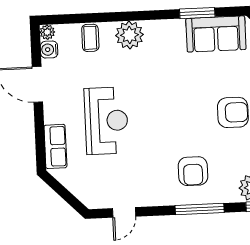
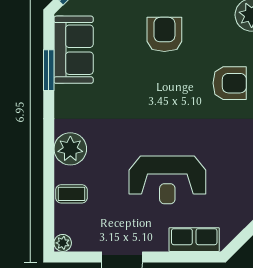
water cooler: (49, 50) -> (83, 242), removed
reception desk: (106, 121) -> (167, 180), turned 180

